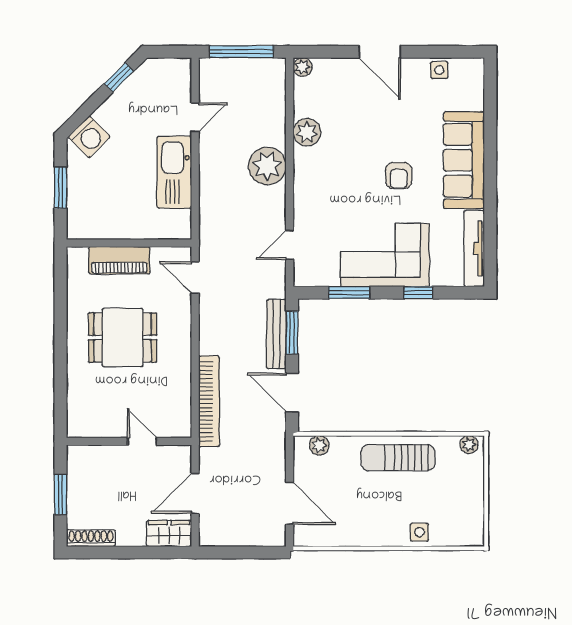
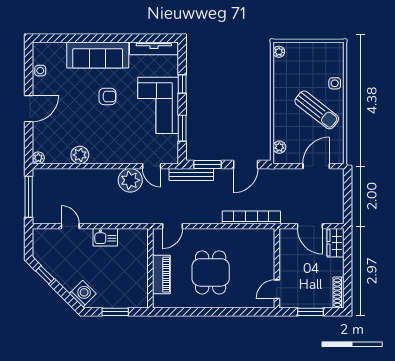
plant: (267, 166) -> (130, 180), moved
kitchen sink: (174, 172) -> (105, 237), width x0.53, depth x0.81
bench: (276, 334) -> (191, 174), moved
door: (142, 441) -> (277, 289), moved
sun lounger: (398, 458) -> (317, 110), moved, turned -52

